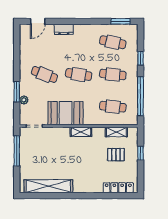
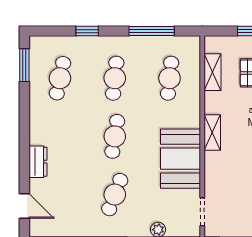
window: (141, 96) -> (152, 31), width x0.68

